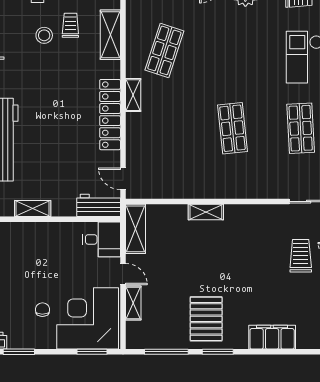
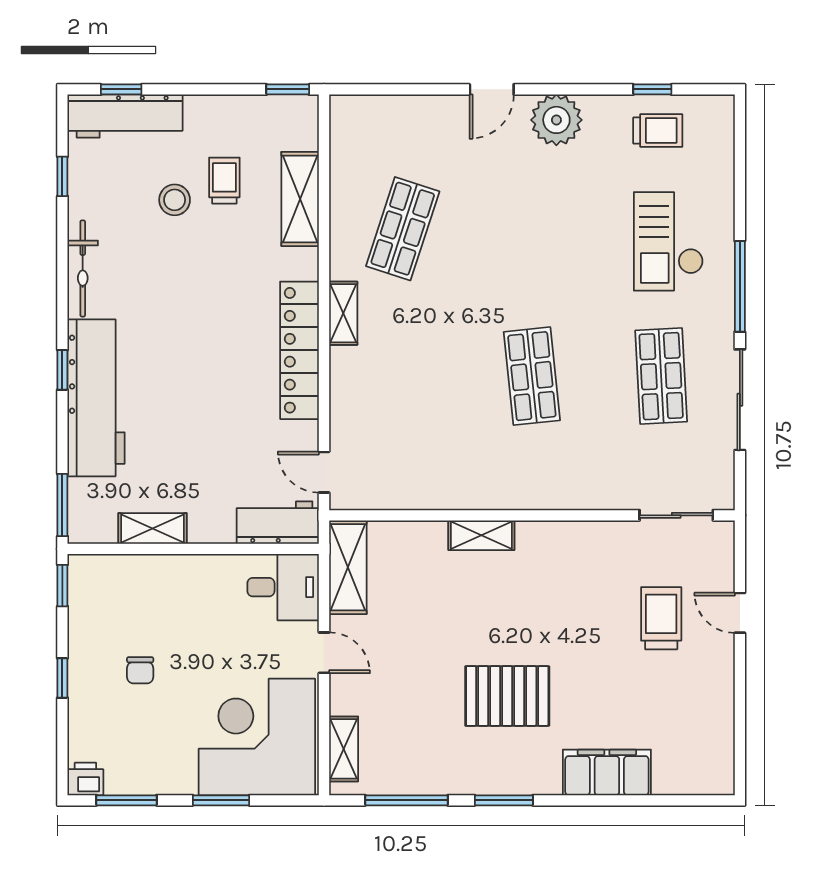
shelving: (133, 303) -> (344, 749), moved
chair: (42, 310) -> (140, 670), moved, turned 180
pallet: (206, 319) -> (507, 696), moved, turned 90
window: (92, 352) -> (221, 800), moved

